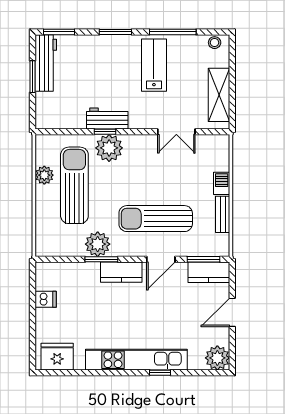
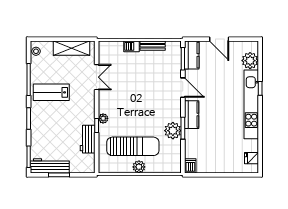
workbench: (107, 119) -> (88, 139), moved
plant: (109, 148) -> (103, 118), width x0.53, depth x0.53
plant: (44, 175) -> (139, 167), moved
sun lounger: (74, 185) -> (133, 146), turned 180
sun lounger: (156, 219) -> (155, 91), removed
dishwasher: (46, 299) -> (190, 166), moved
fridge: (57, 357) -> (252, 158), width x0.53, depth x0.75
plant: (217, 358) -> (250, 61), moved

